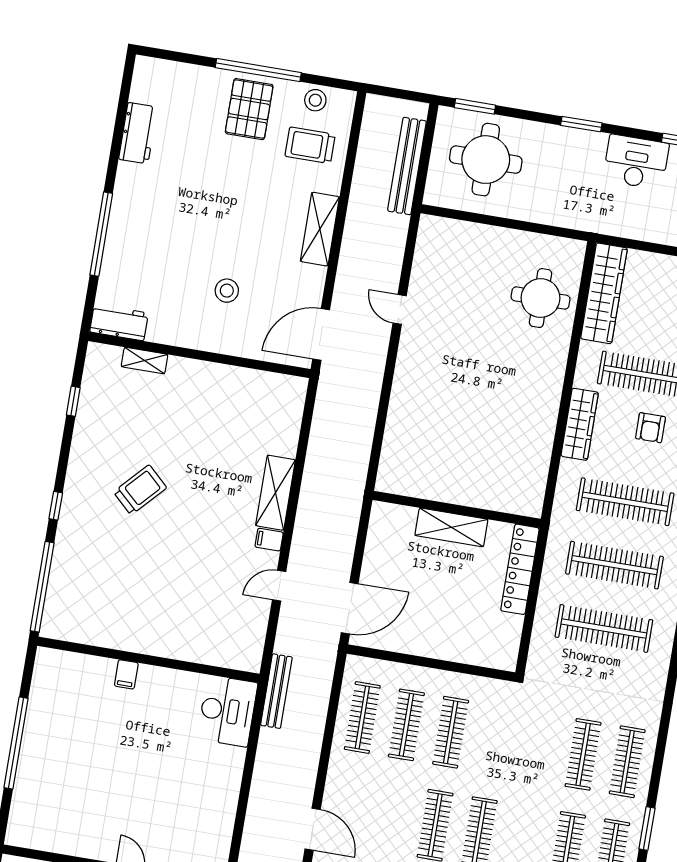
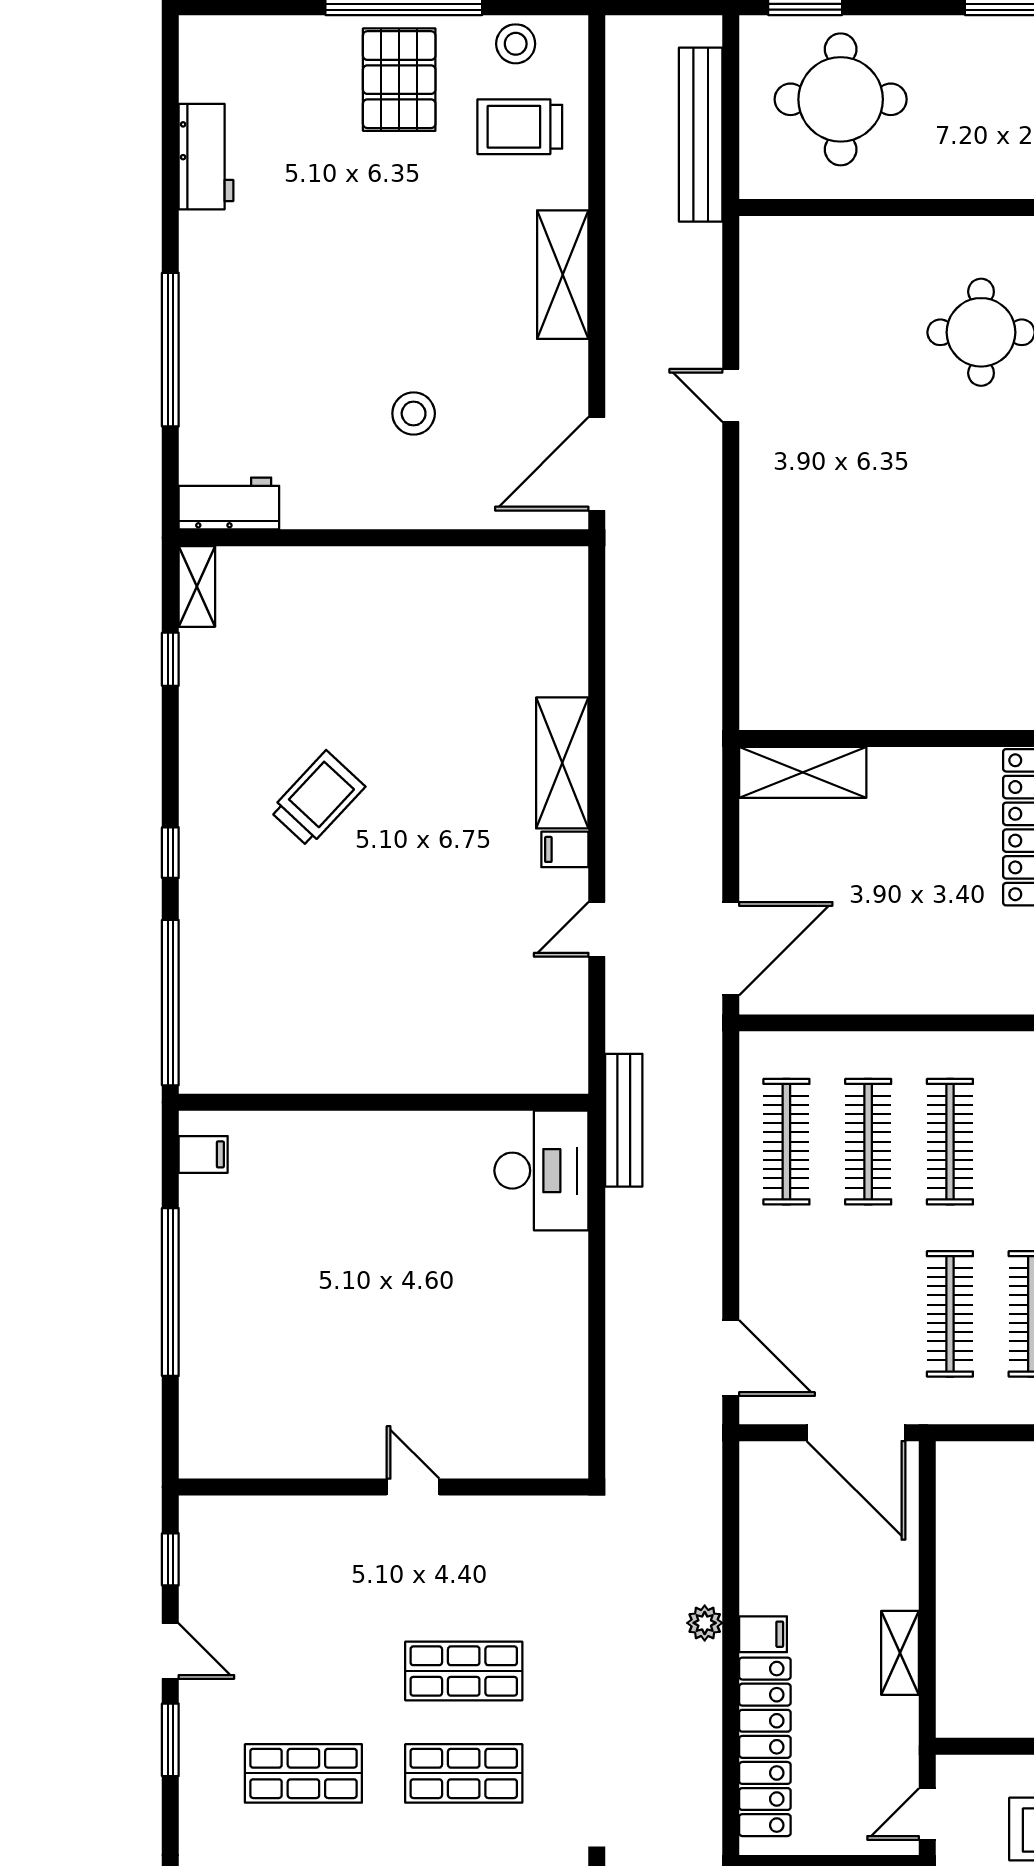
shelving: (144, 361) -> (197, 587), moved, turned 90
shelving: (451, 527) -> (803, 772), moved
filing cabinet: (126, 674) -> (203, 1154), moved, turned -90

